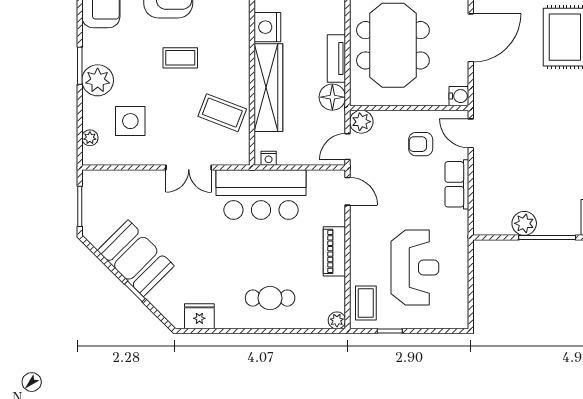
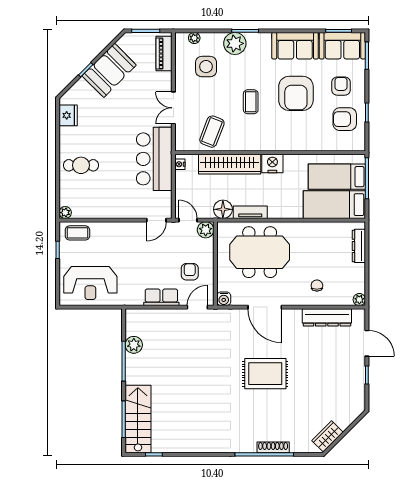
piano: (334, 251) -> (164, 54), moved, turned -90
reception desk: (415, 268) -> (90, 283), moved
cafe table: (270, 298) -> (81, 165), turned 90

